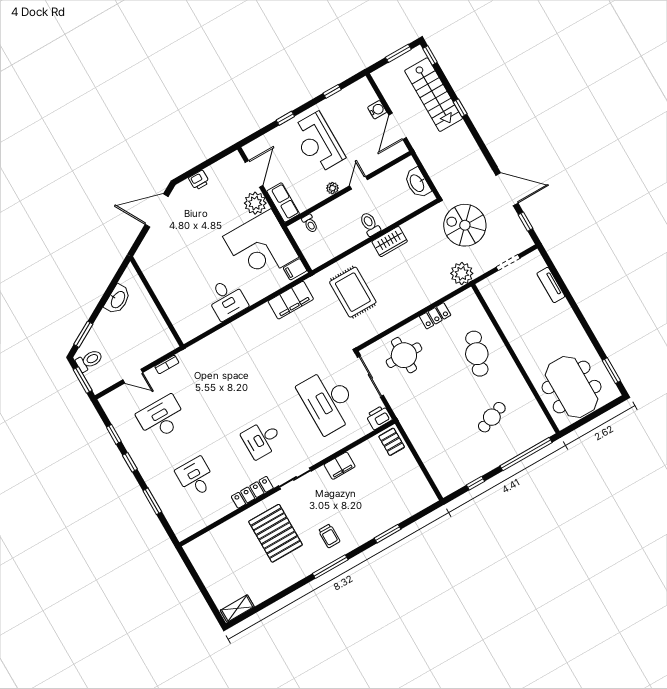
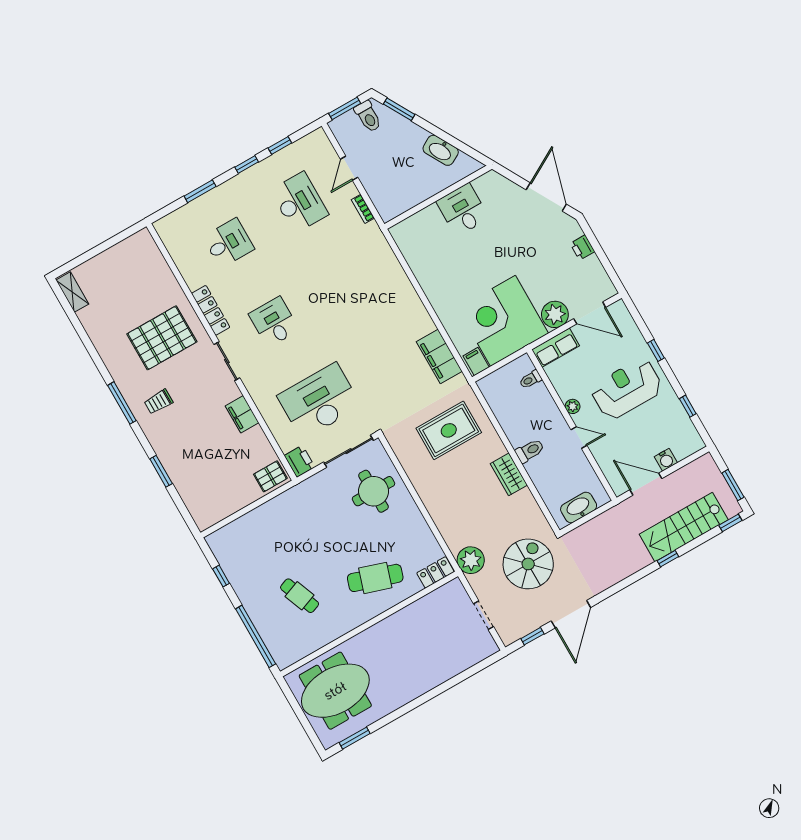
tv unit: (551, 285) -> (457, 666), removed
desk: (227, 299) -> (463, 210), moved, turned 90
locker: (435, 316) -> (435, 572), moved, turned 90

